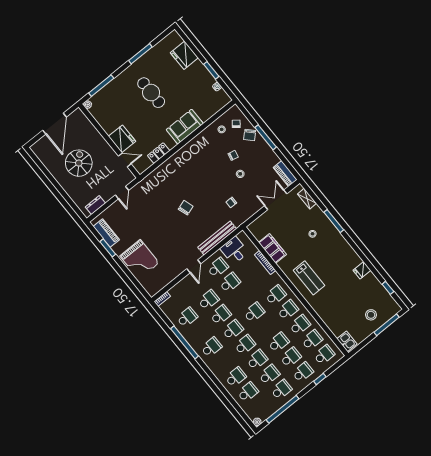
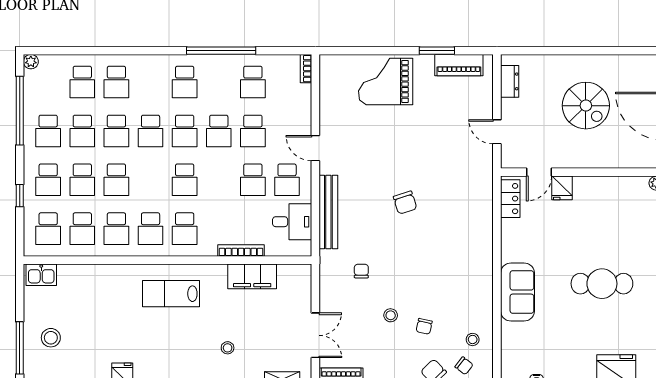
fridge: (122, 139) -> (562, 188), width x0.53, depth x0.75
locker: (159, 153) -> (510, 199), moved

